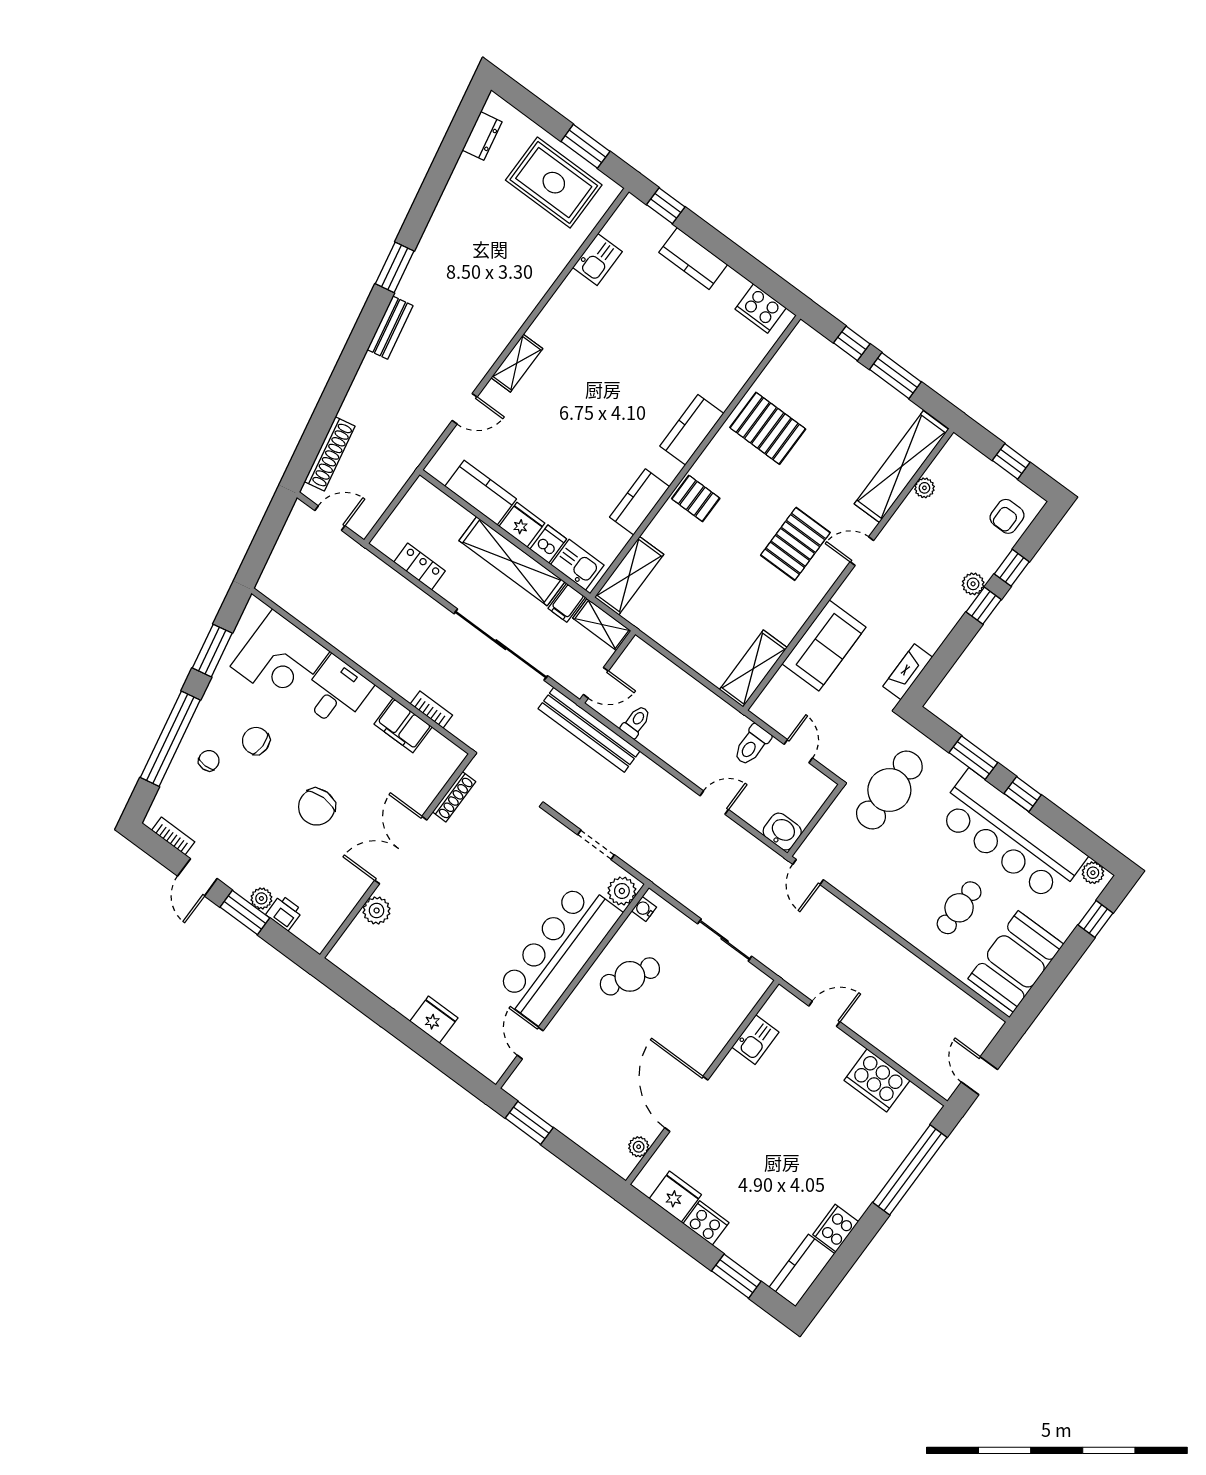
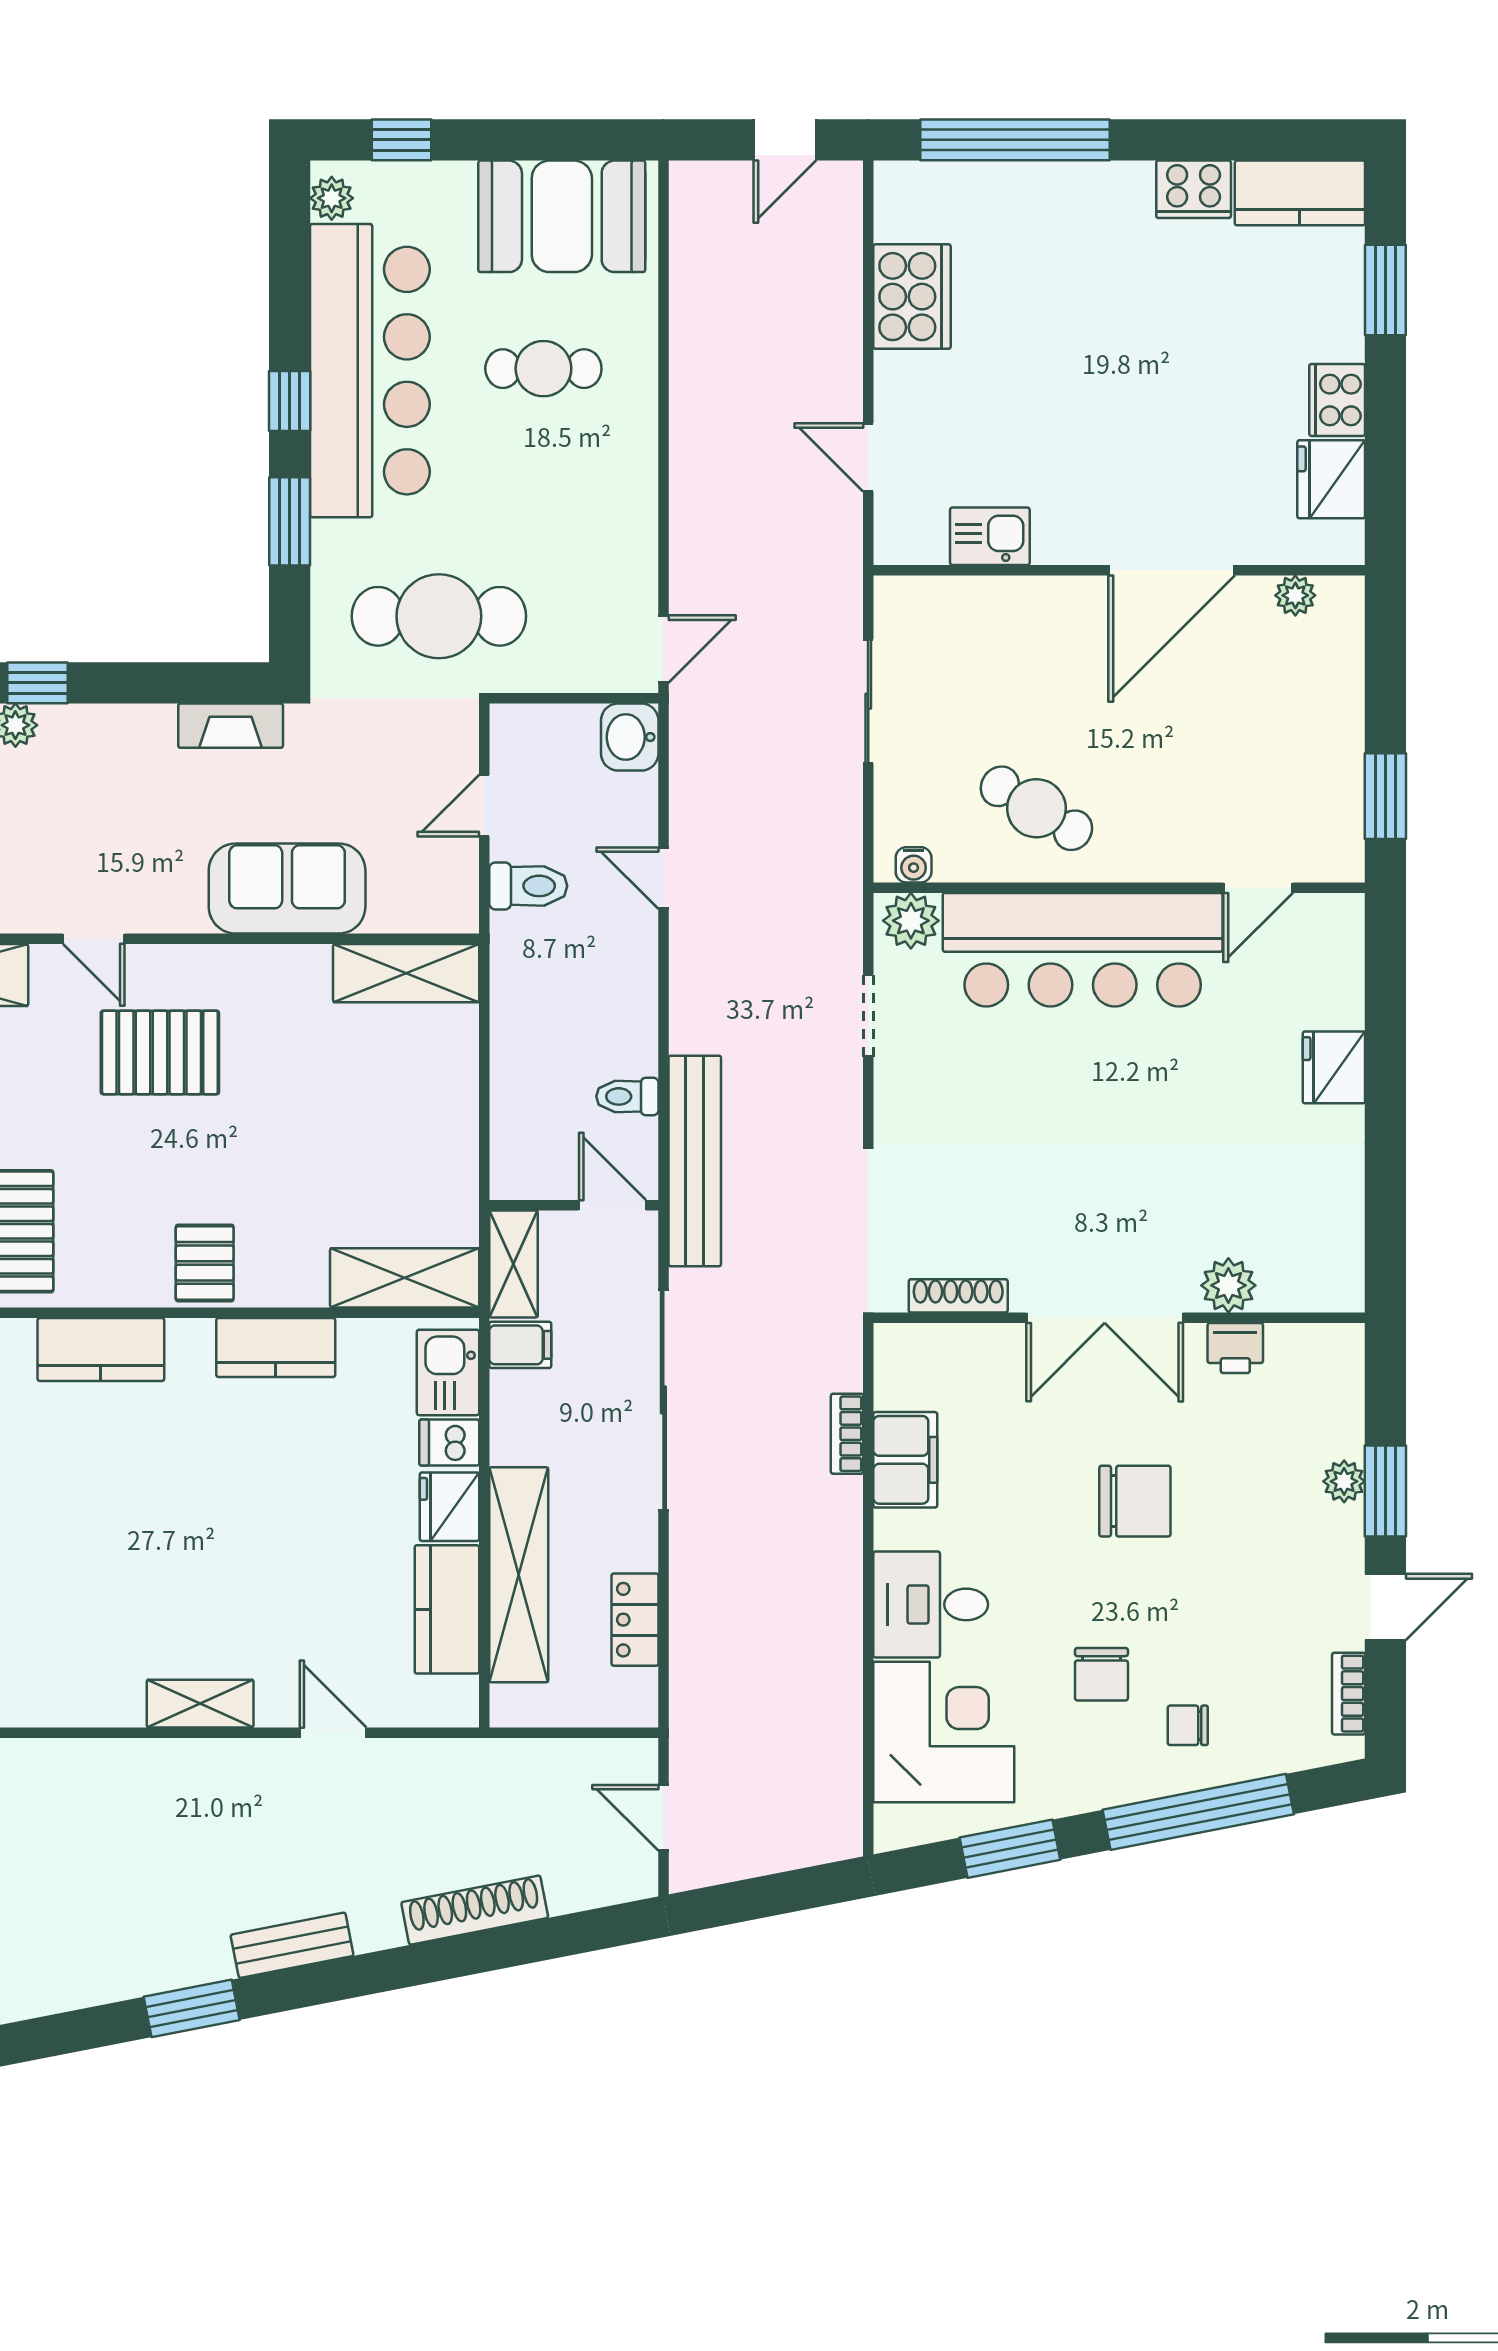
shoe rack: (330, 454) -> (475, 1910), moved
shelving: (512, 561) -> (519, 1575), moved
printer: (284, 913) -> (1235, 1348), moved, turned -90

